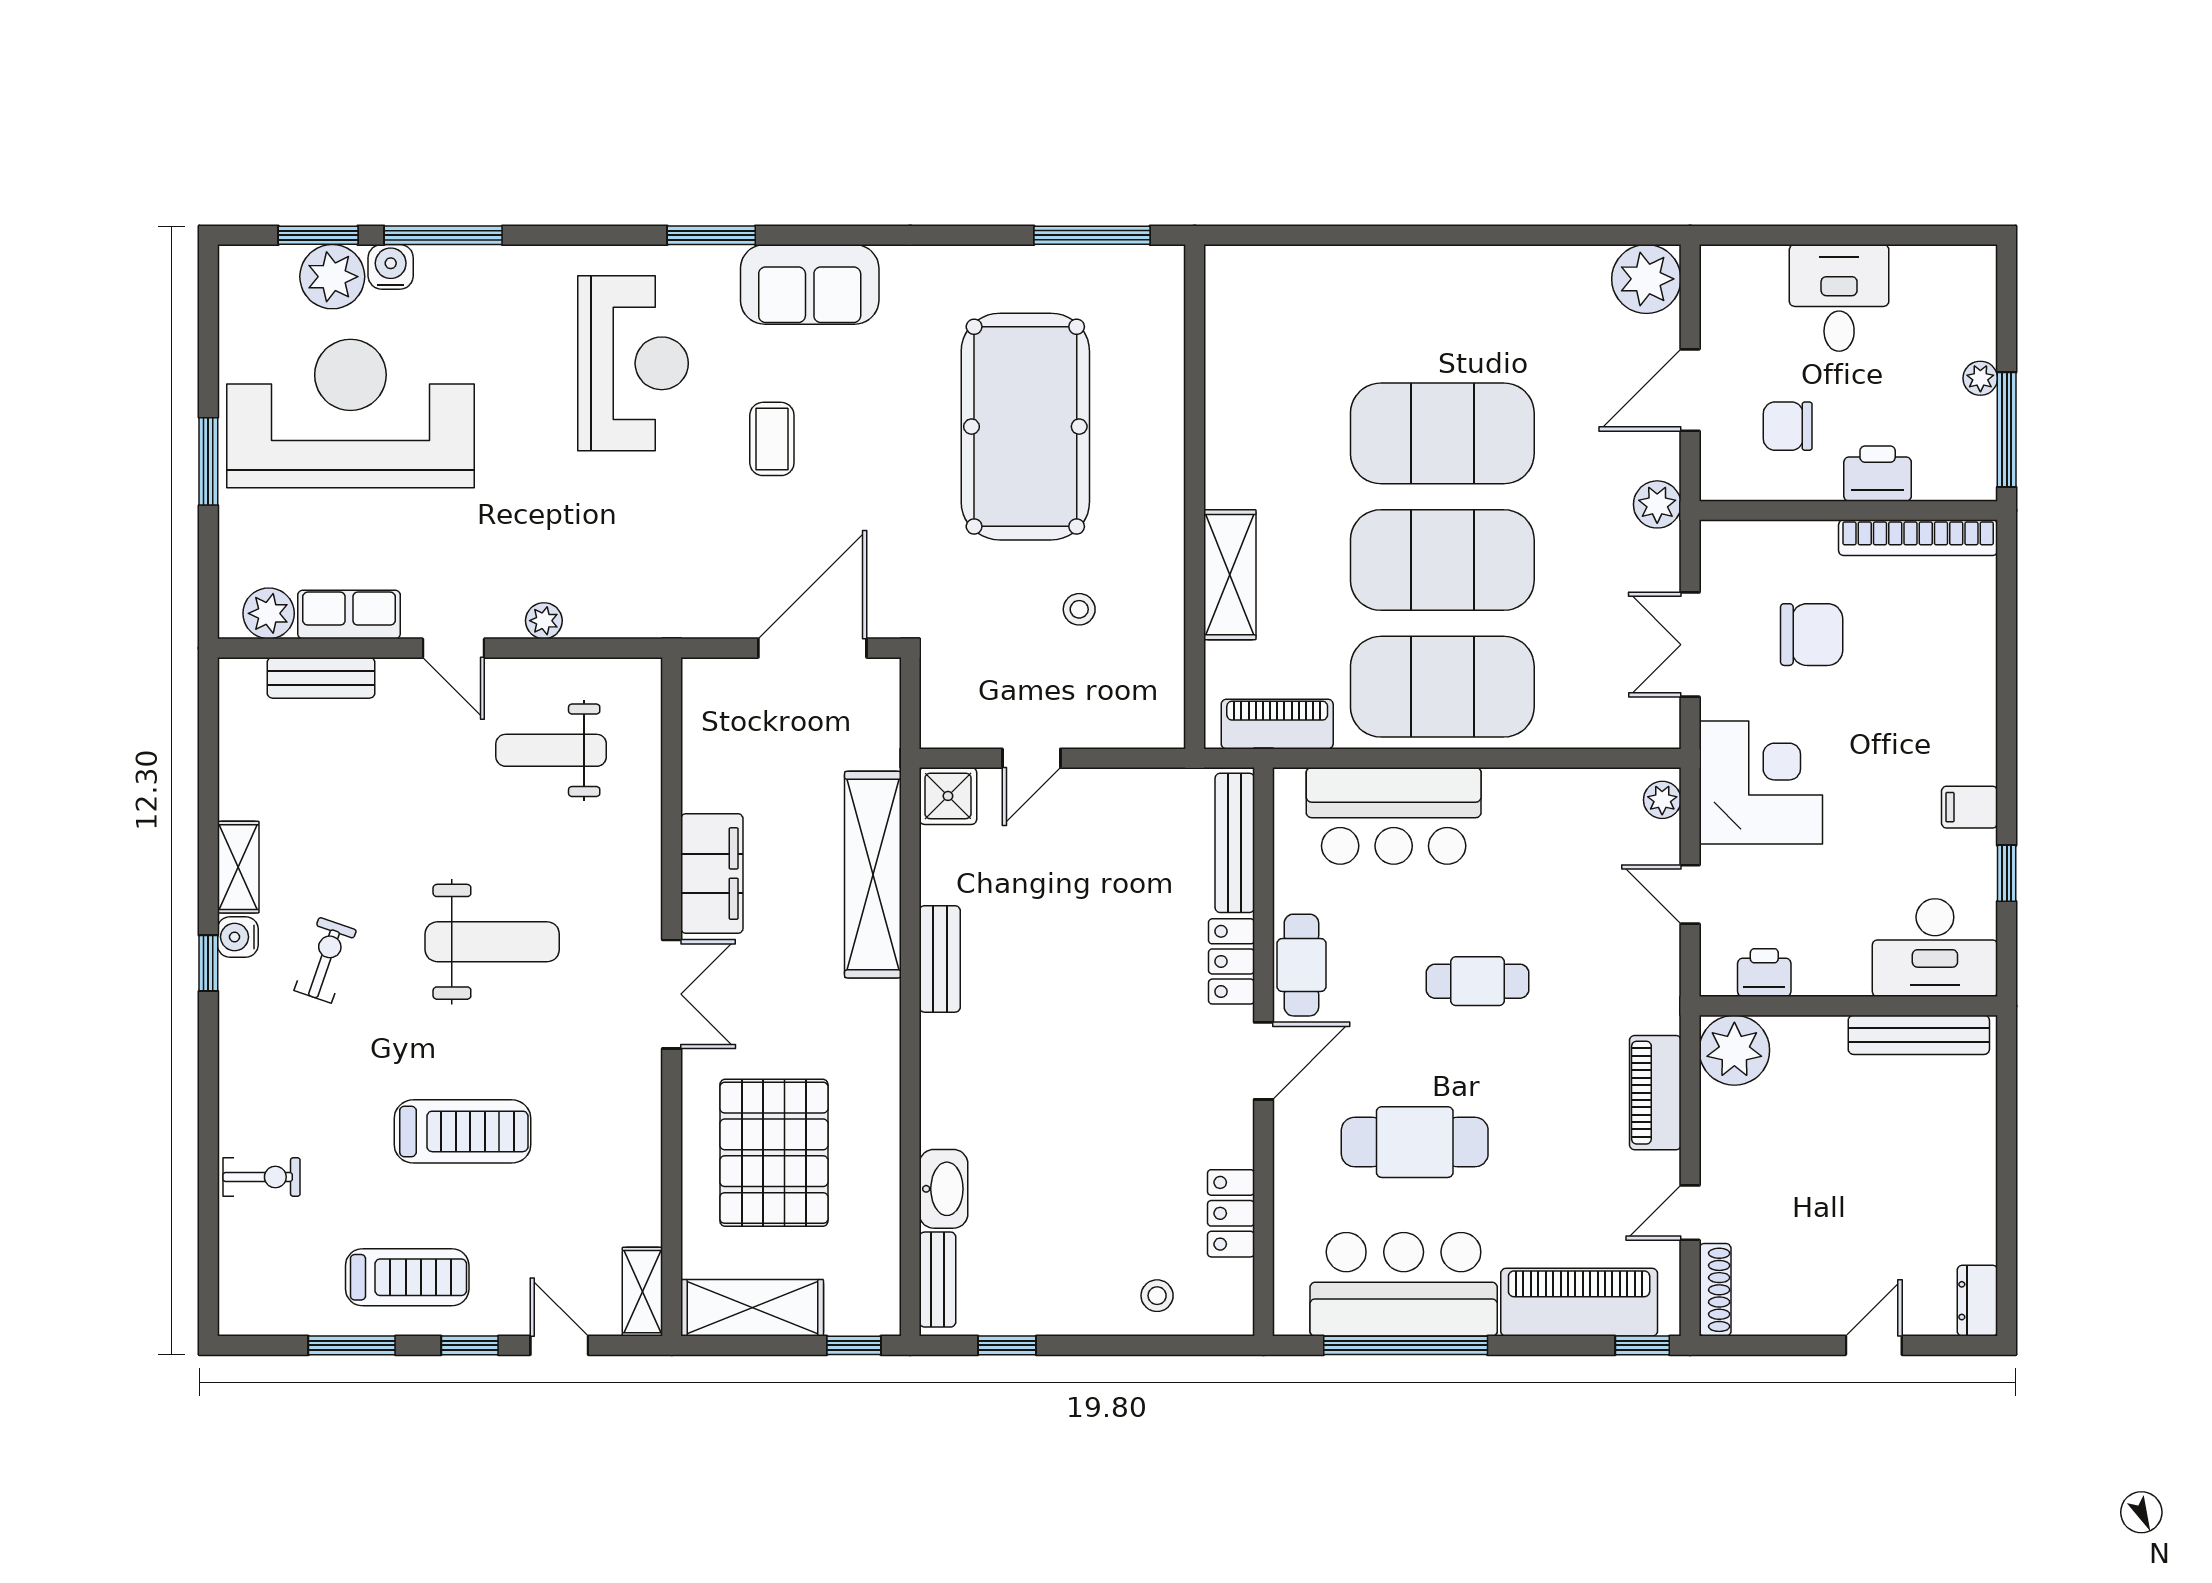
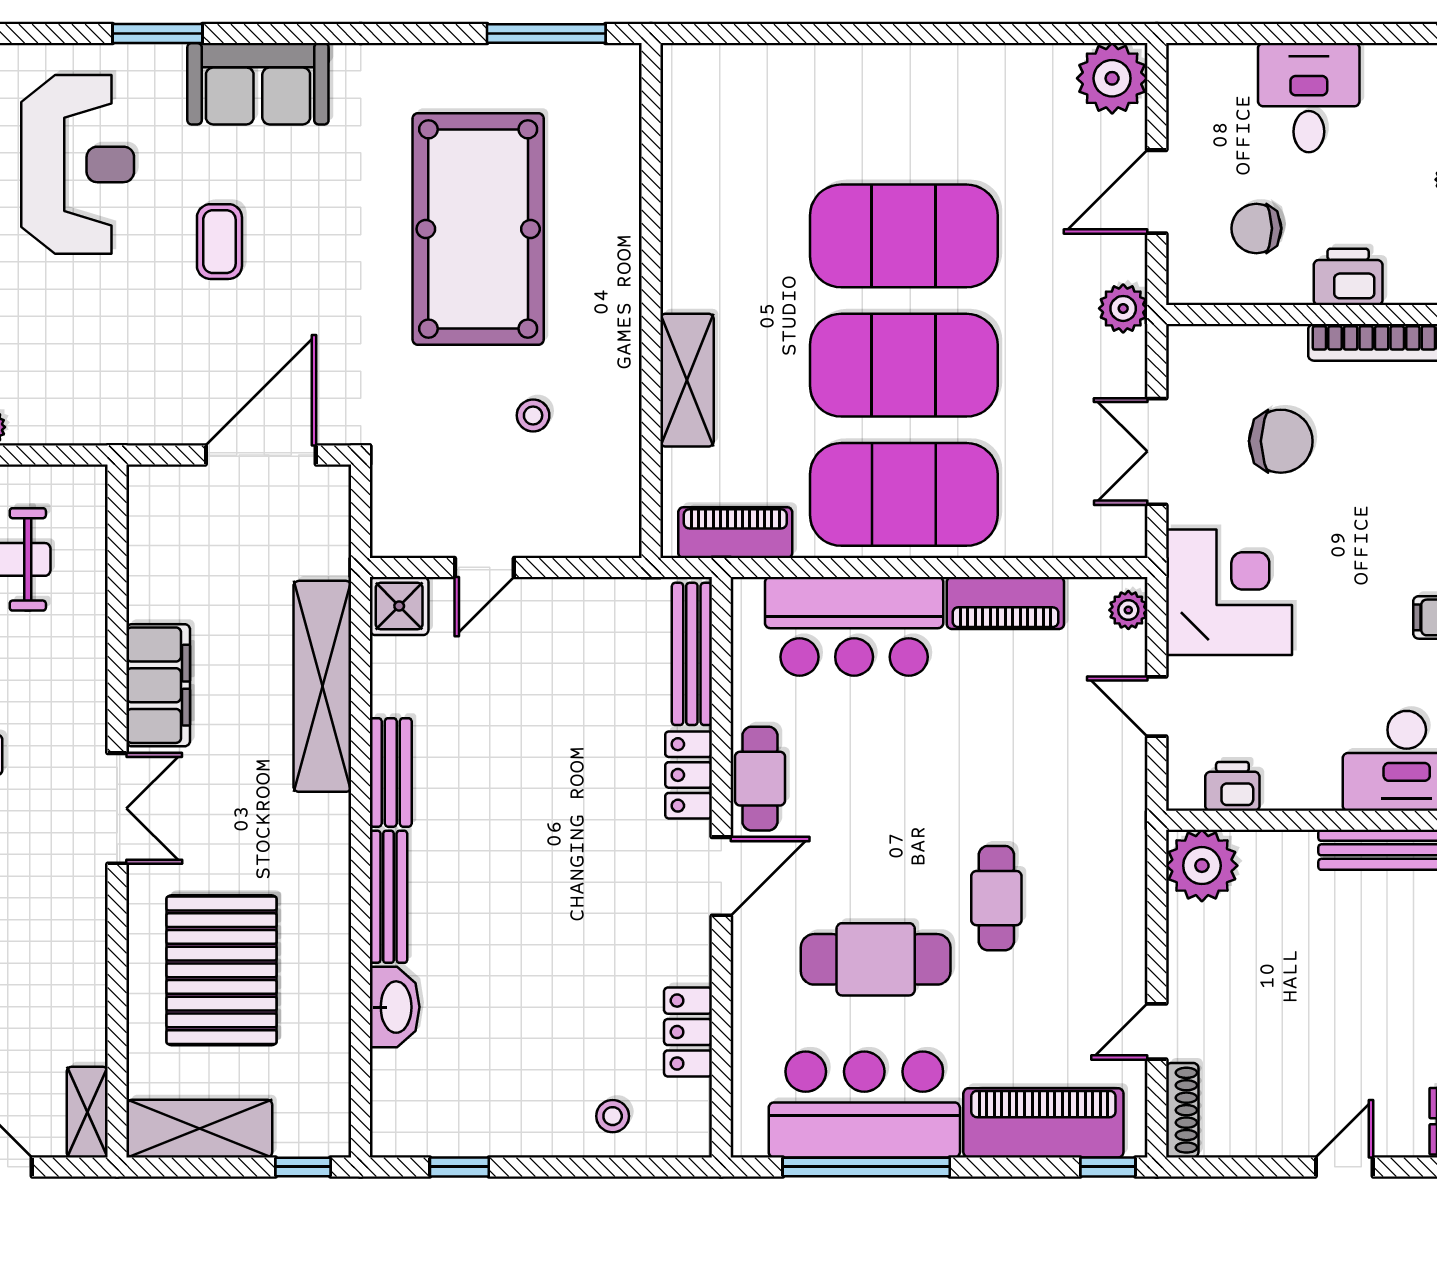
cafe table: (1478, 981) -> (996, 898), moved, turned 90
piano: (1655, 1093) -> (1005, 603), moved, turned -90
bench: (938, 1280) -> (389, 897), moved, width x1.36

